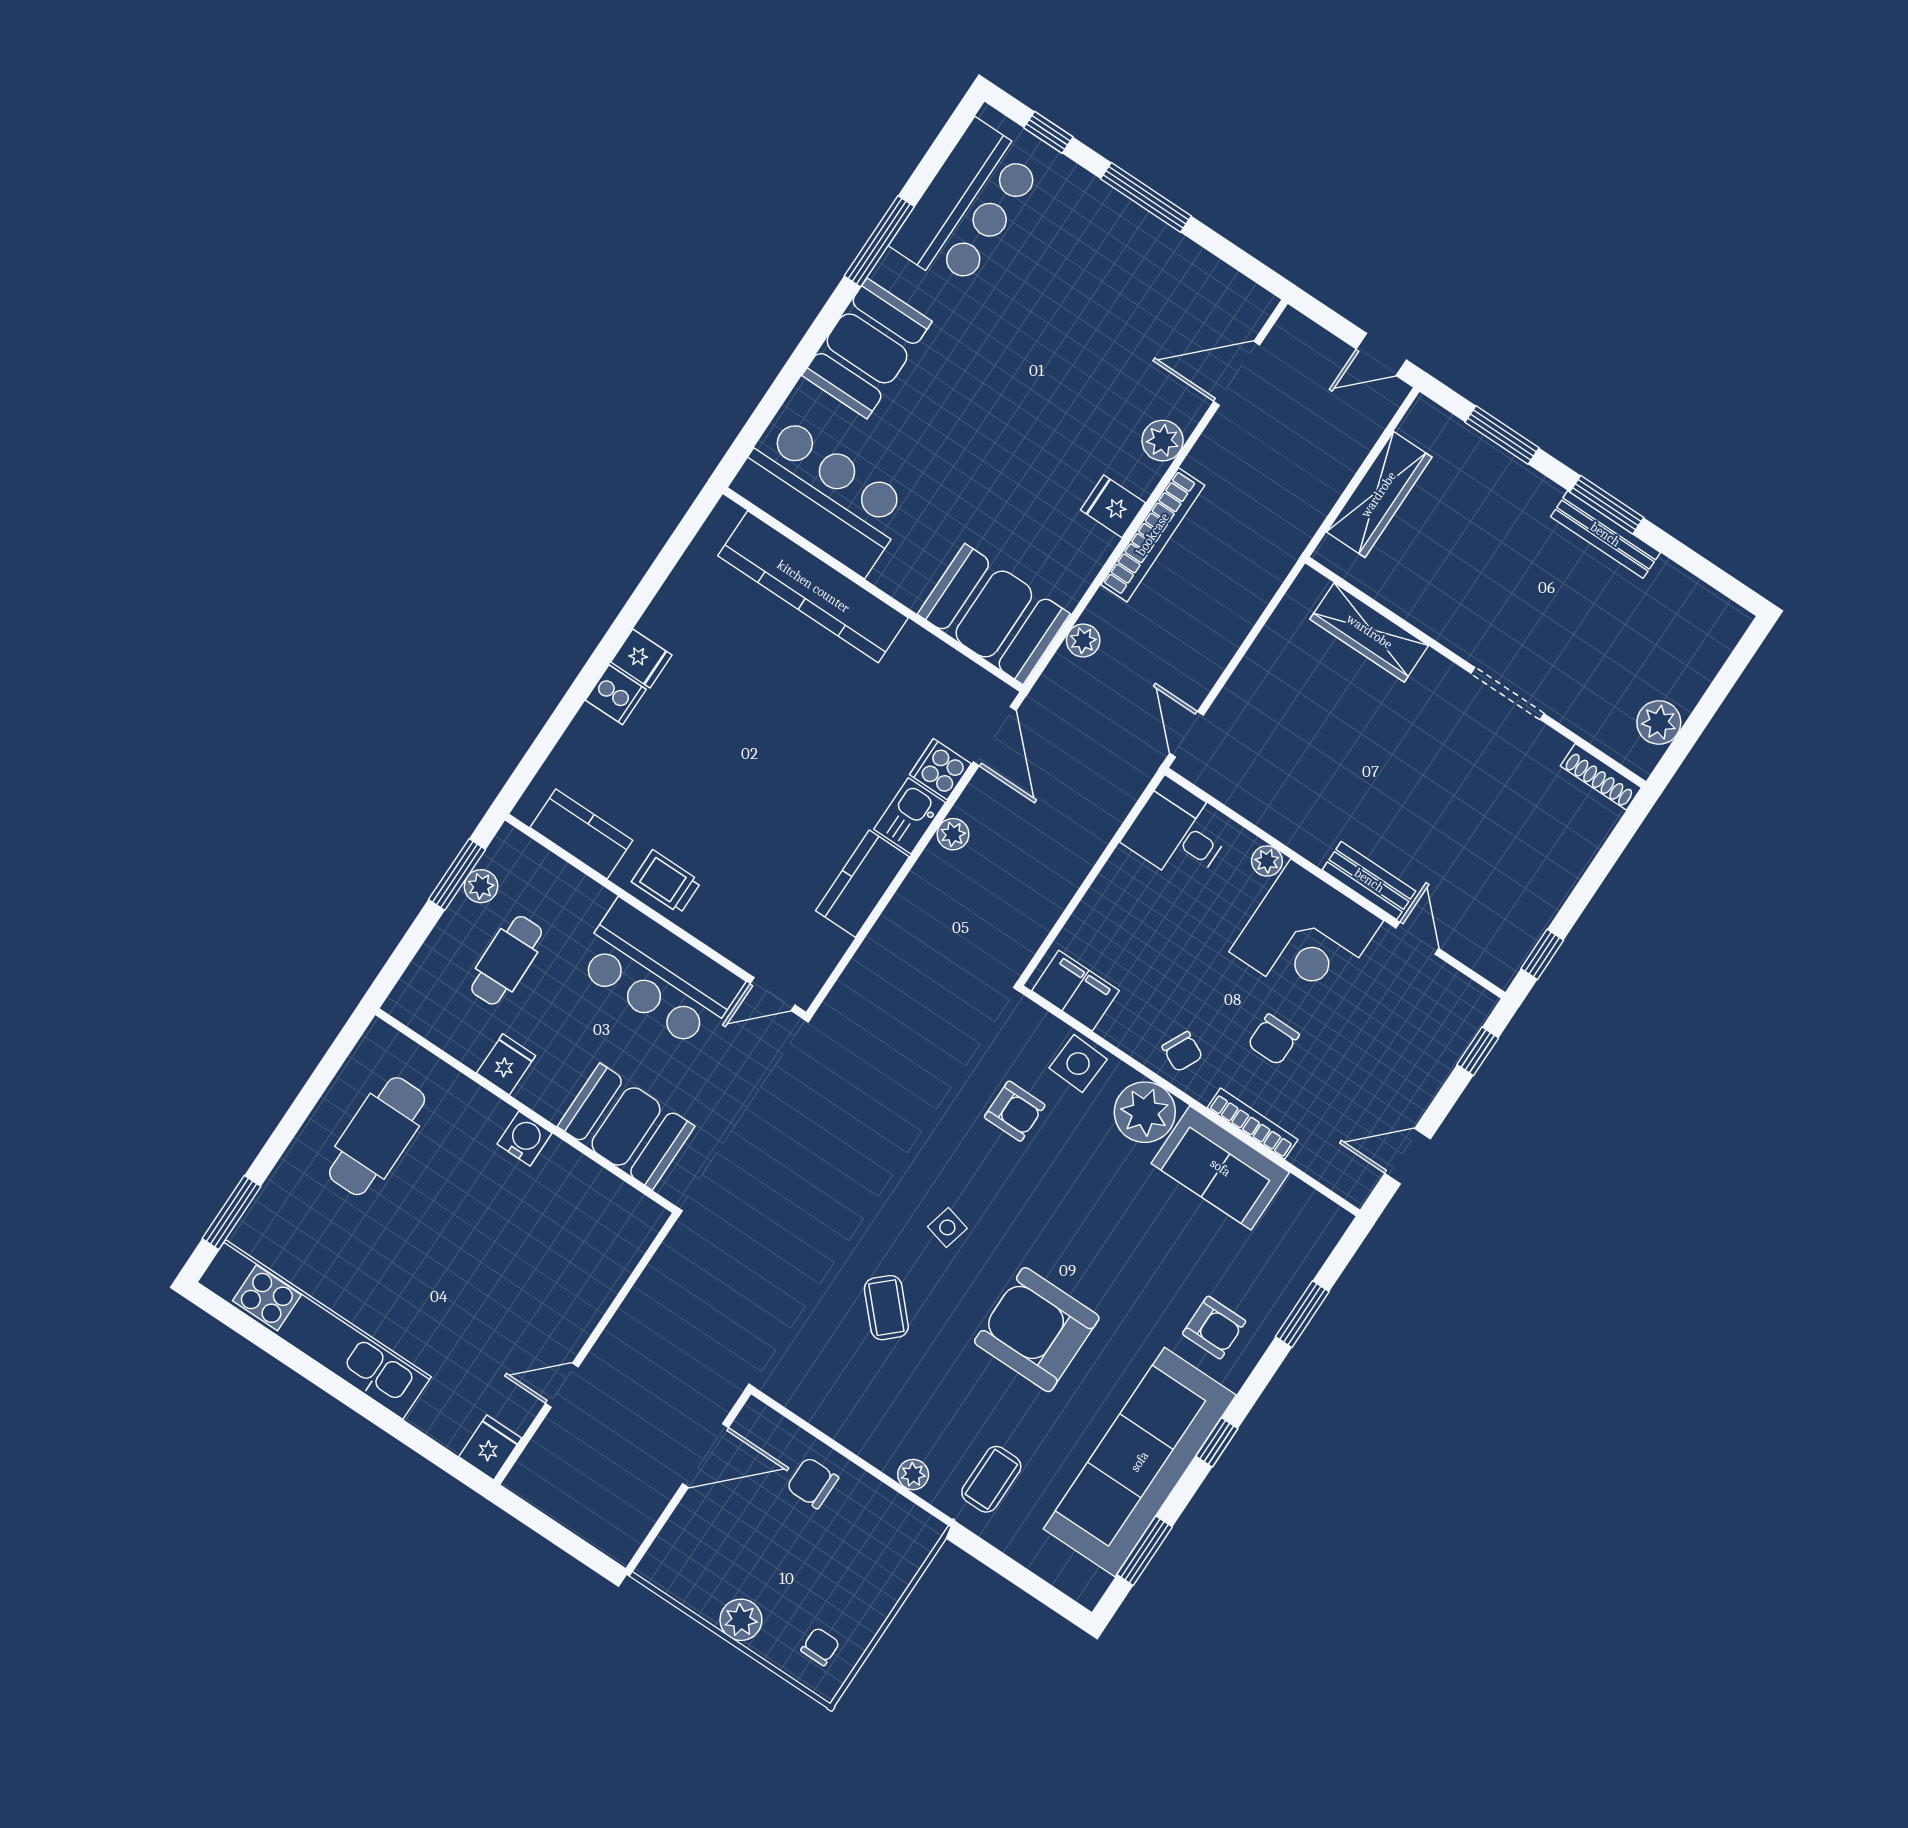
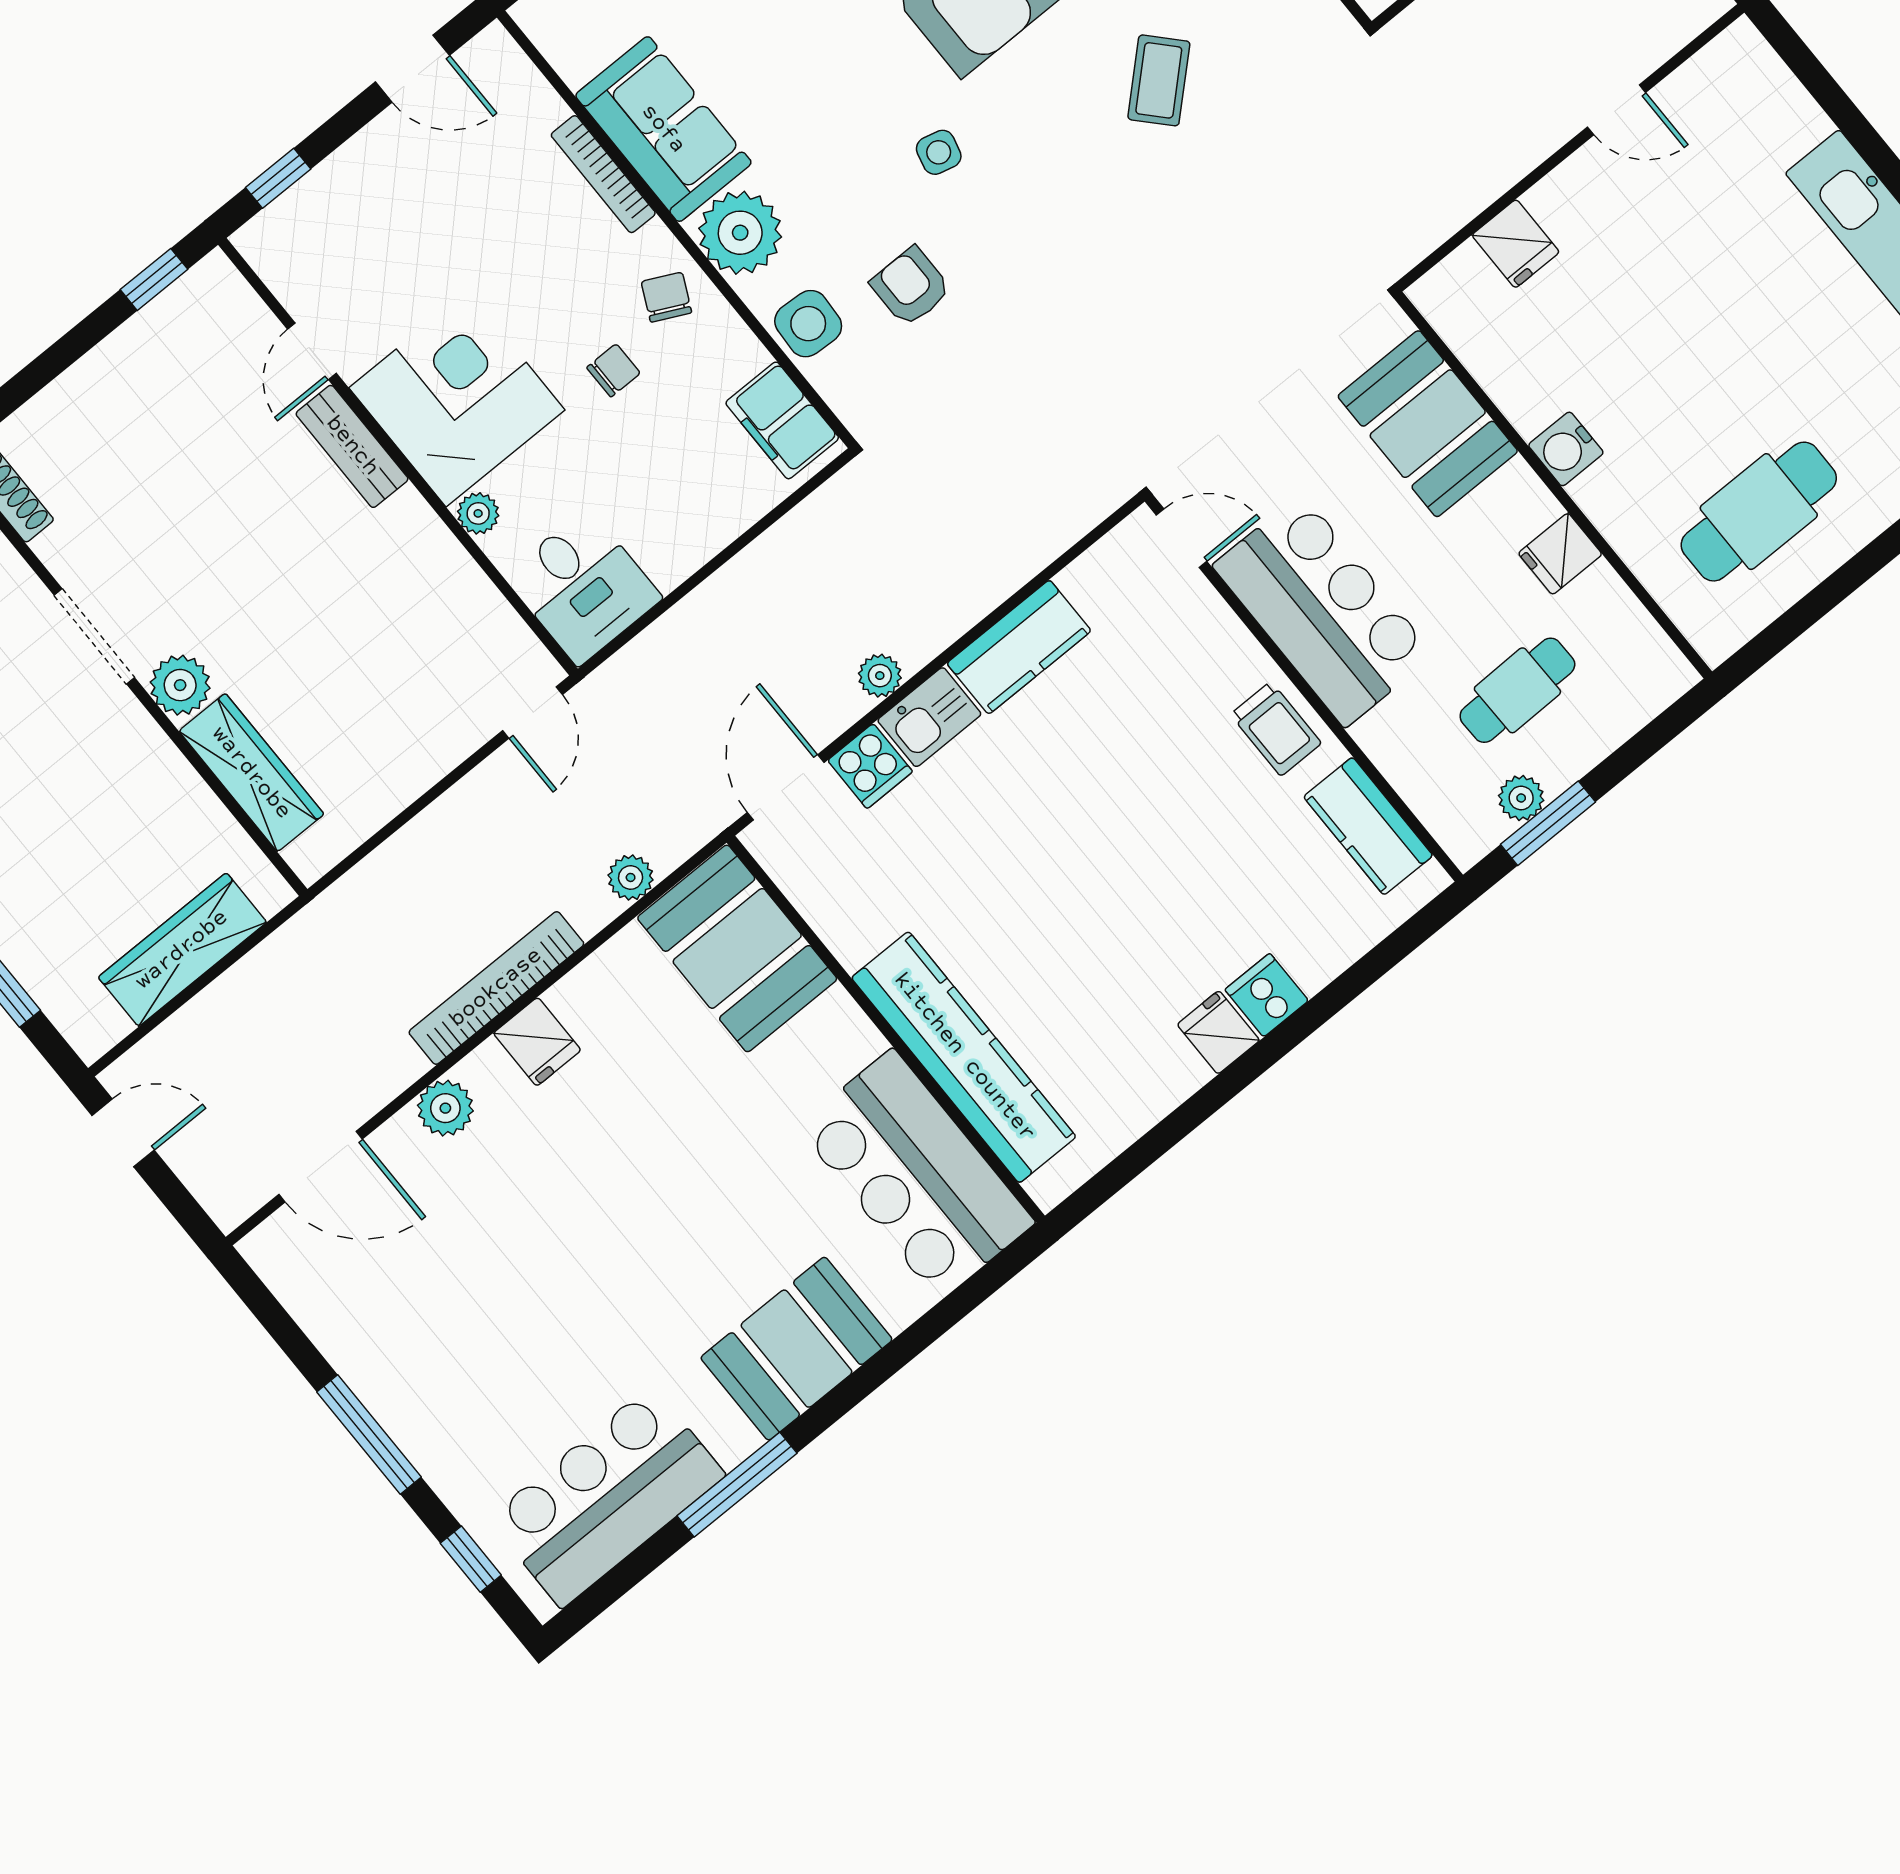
plant: (1437, 678) -> (180, 685), added
chair: (1273, 1040) -> (614, 370), moved, width x0.73, depth x0.73
side table: (947, 1227) -> (939, 152), moved
fridge: (490, 1447) -> (1516, 244), moved, turned -90

